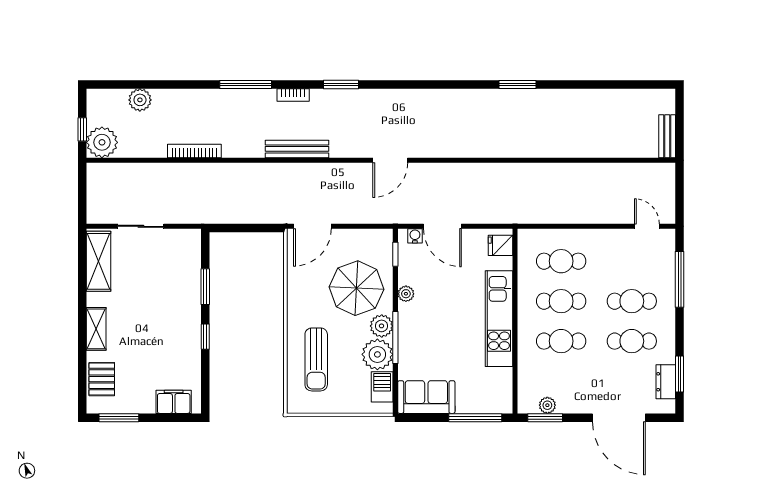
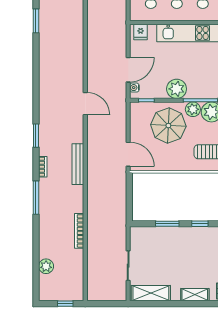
plant: (102, 142) -> (74, 291), removed
plant: (406, 294) -> (177, 89), width x1.88, depth x1.88

